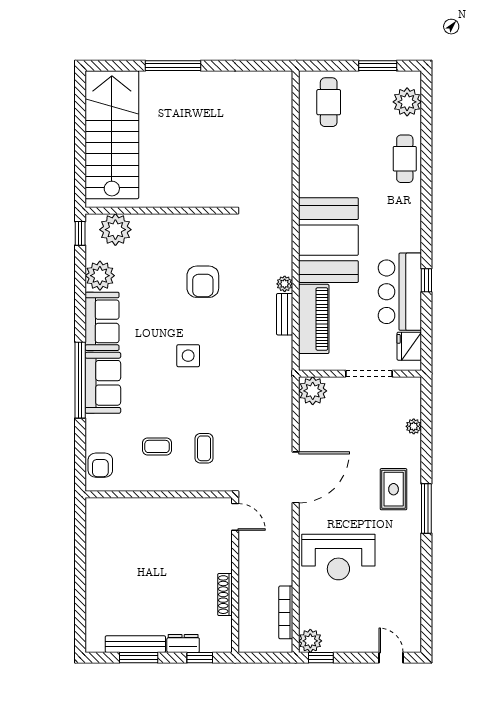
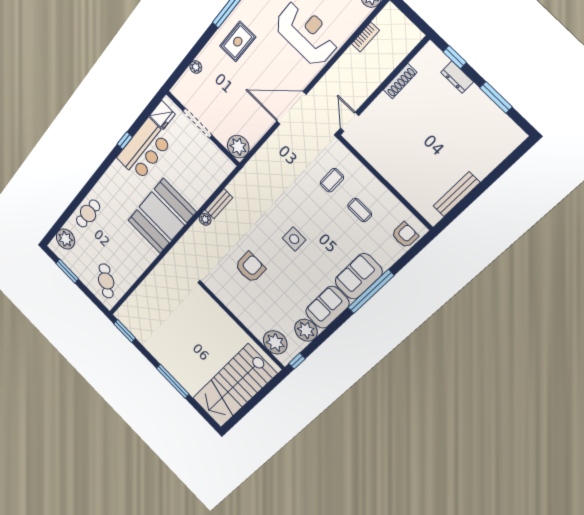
window: (266, 66) -> (125, 331), added
cafe table: (329, 102) -> (106, 281), turned -45
piano: (314, 319) -> (204, 185), removed
bookcase: (286, 612) -> (365, 37), width x0.64
bench: (135, 644) -> (456, 194), moved, turned 90

